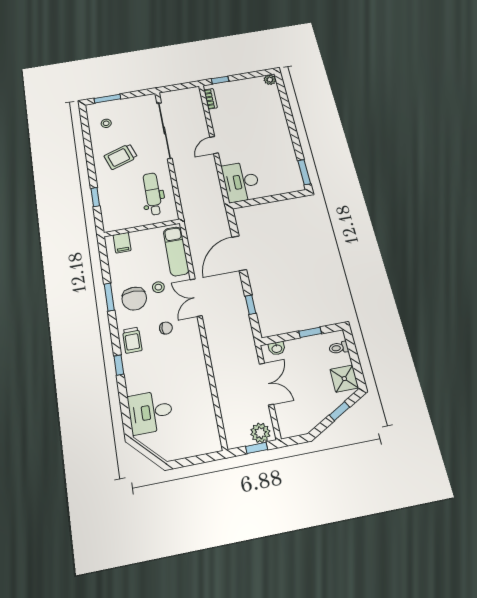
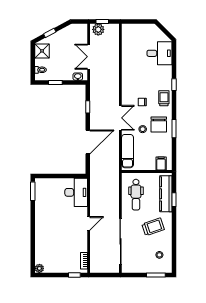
kitchen counter: (108, 203) -> (166, 194), added
chair: (134, 299) -> (159, 125), turned 180

